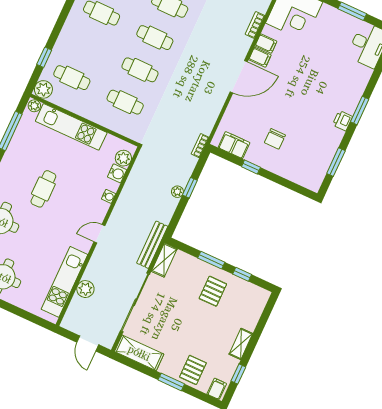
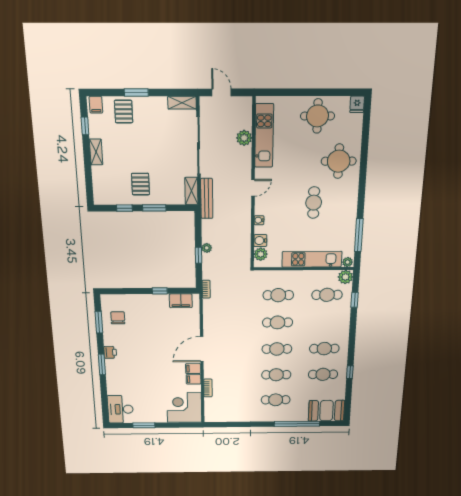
chair: (275, 139) -> (118, 318), moved
shelving: (139, 353) -> (182, 103), width x0.67, depth x0.75

